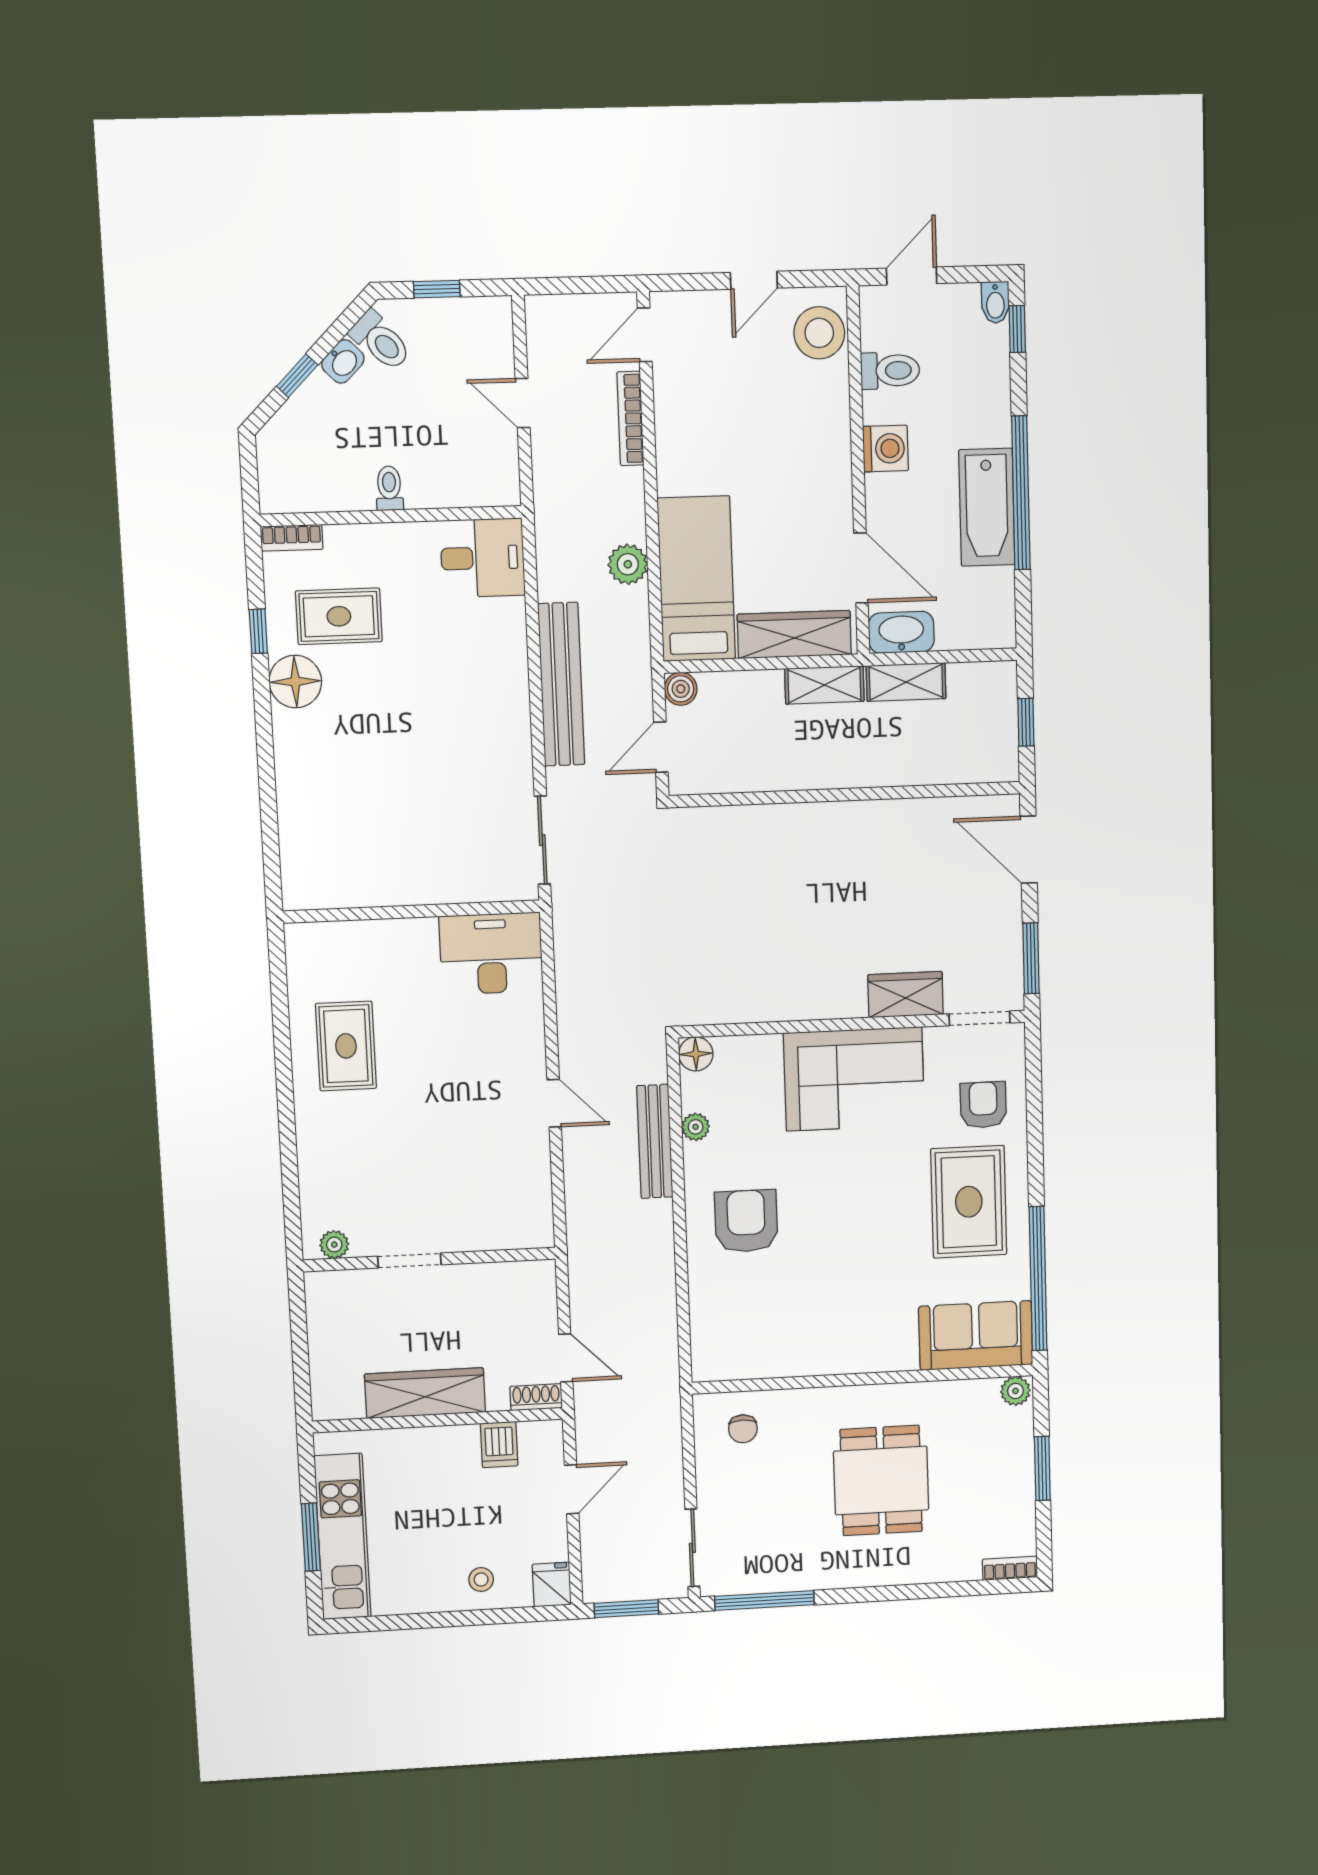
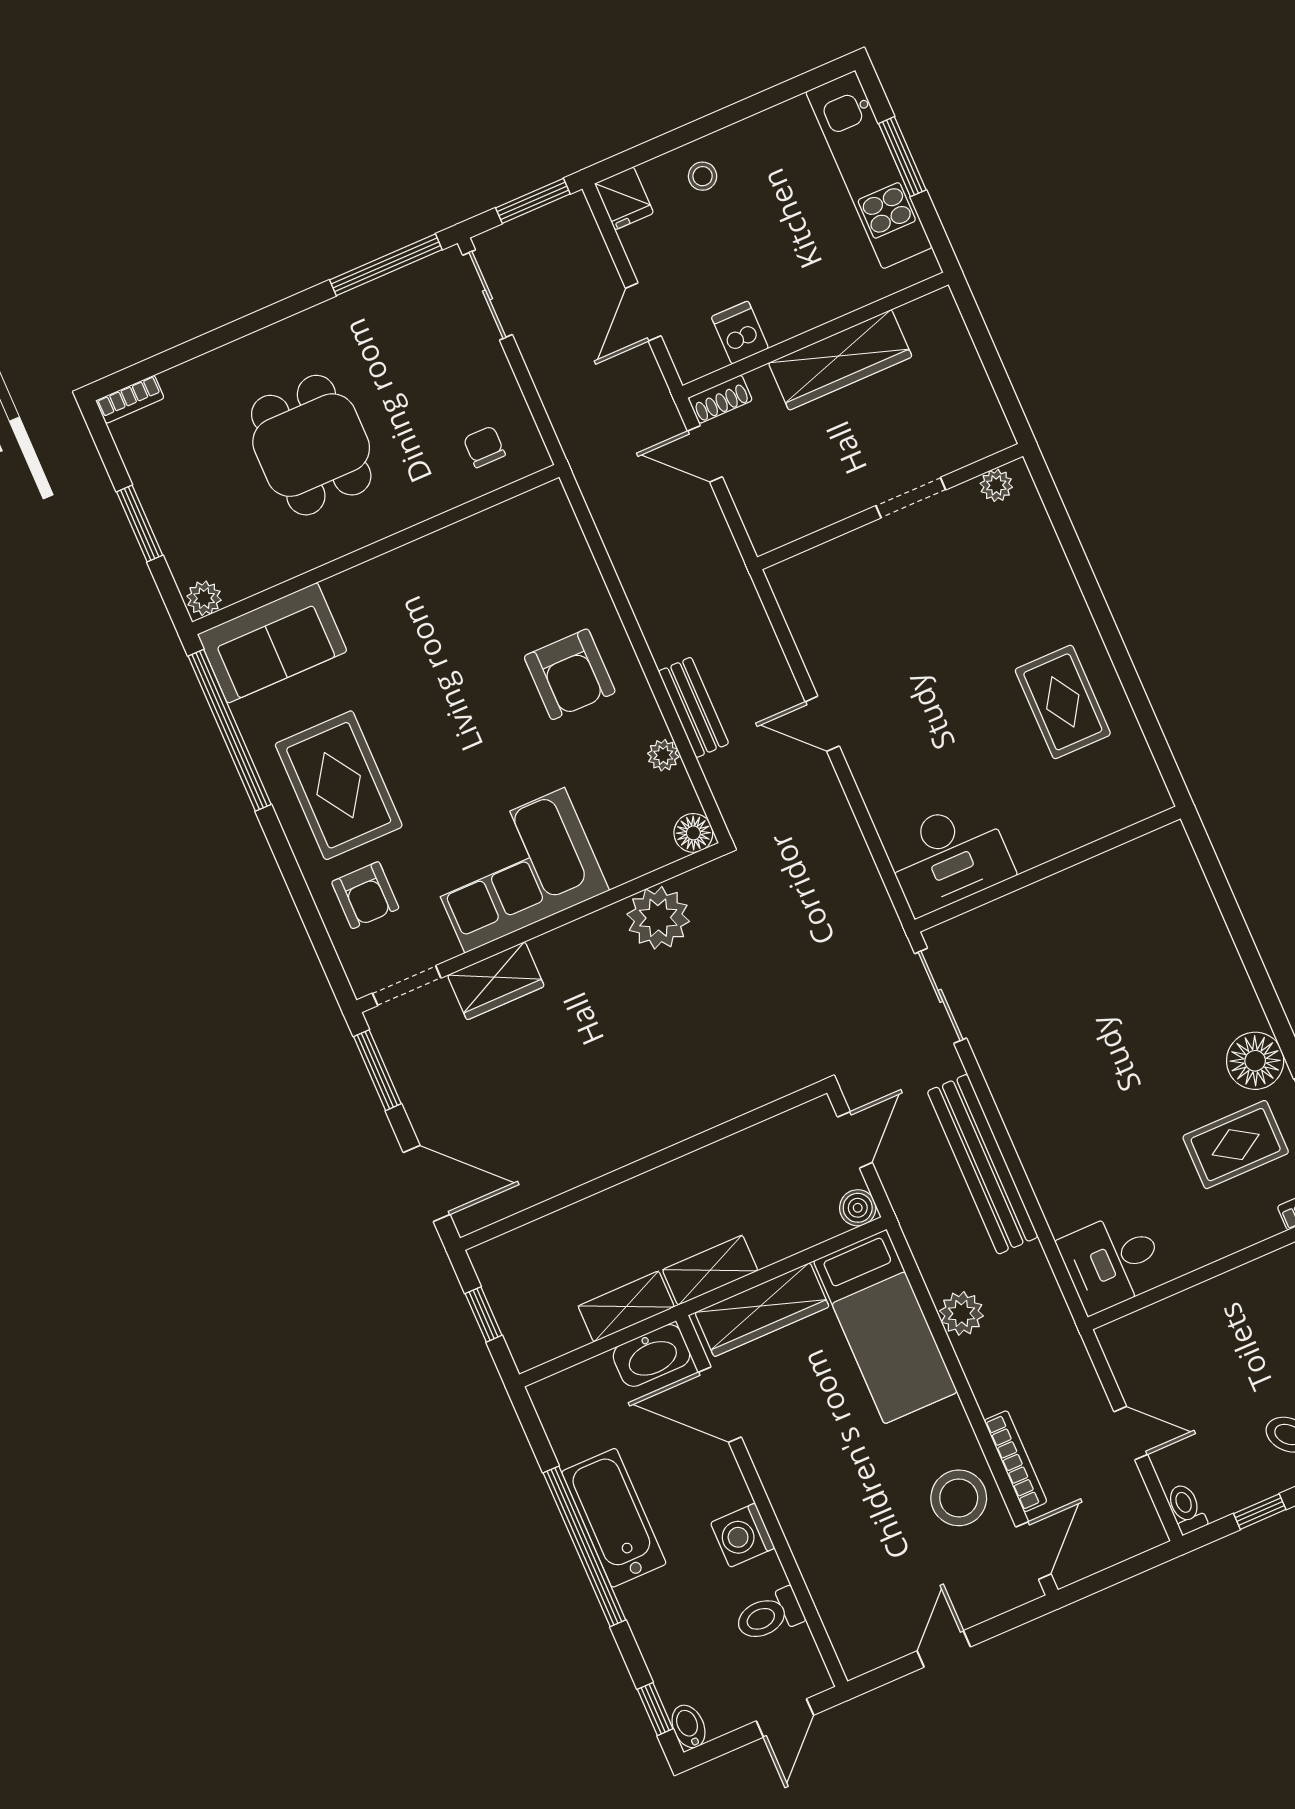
stool: (819, 333) -> (959, 1498), moved
toilet: (389, 488) -> (1186, 1508), moved, turned 180
plant: (752, 995) -> (658, 918), added
bench: (655, 1141) -> (694, 707), width x0.73

